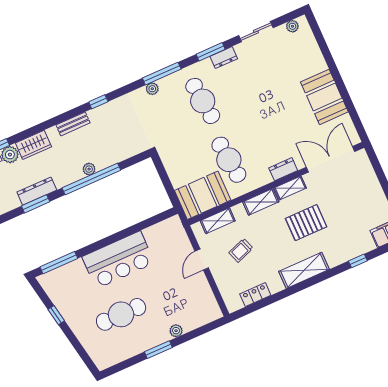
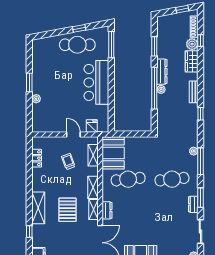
dresser: (37, 191) -> (162, 72), moved
fridge: (180, 240) -> (92, 126), added
shelving: (304, 270) -> (38, 208), moved
cafe table: (121, 314) -> (77, 45), moved, turned 90

